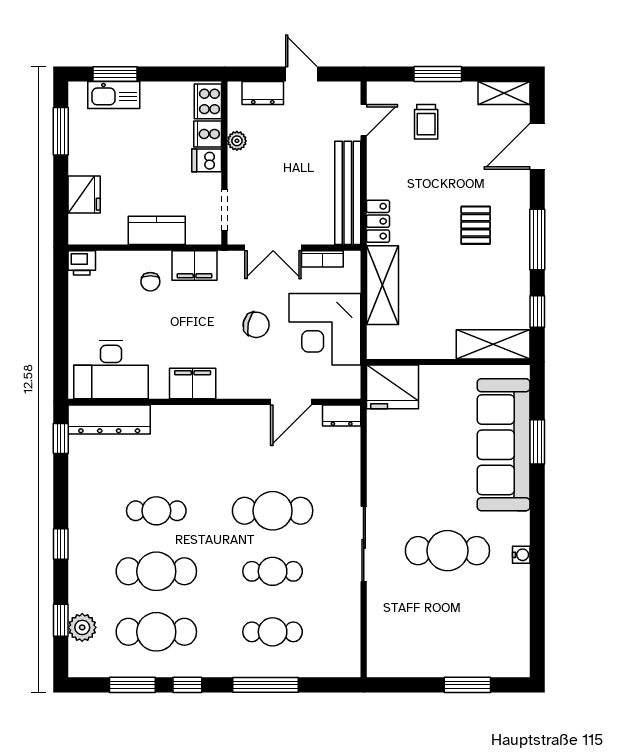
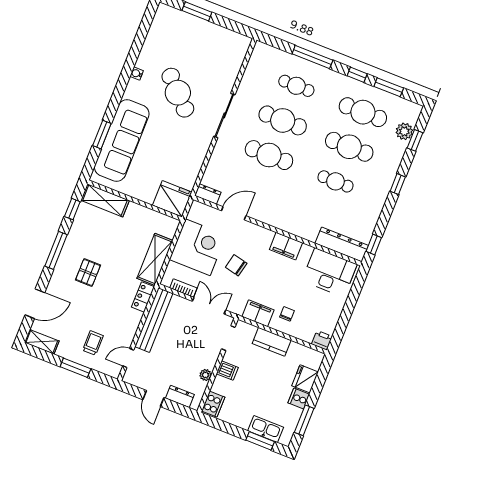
cooker: (208, 134) -> (299, 399), moved, turned 180
cafe table: (447, 551) -> (178, 93), turned 45
cafe table: (273, 571) -> (283, 120), width x1.37, depth x1.35

